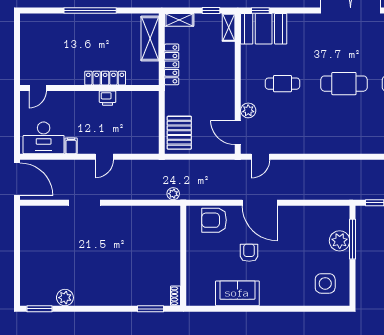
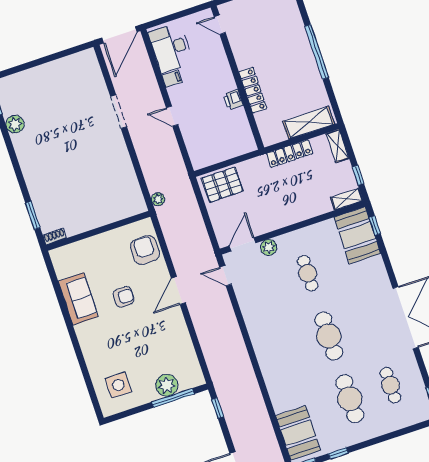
door: (260, 203) -> (178, 290), width x0.73

